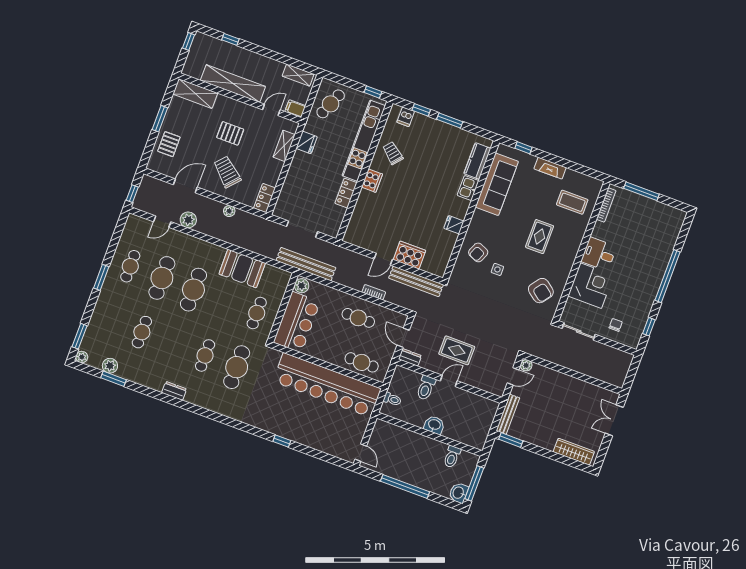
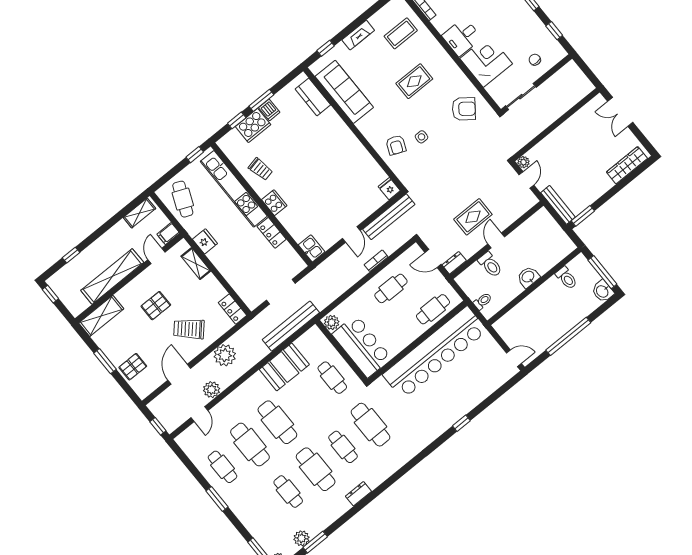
dishwasher: (406, 117) -> (269, 110), moved
pallet: (169, 144) -> (133, 367), turned 90
trolley: (393, 153) -> (261, 169), turned -142
kitchen sink: (468, 188) -> (312, 248), moved, turned 180
plant: (229, 211) -> (225, 355), width x1.87, depth x1.87
fridge: (454, 225) -> (389, 189), moved, turned 90
rug: (540, 237) -> (414, 81), turned 90
cooker: (409, 255) -> (253, 125), moved, turned 180
bench: (306, 264) -> (291, 326), moved
cafe table: (173, 344) -> (316, 469), added

